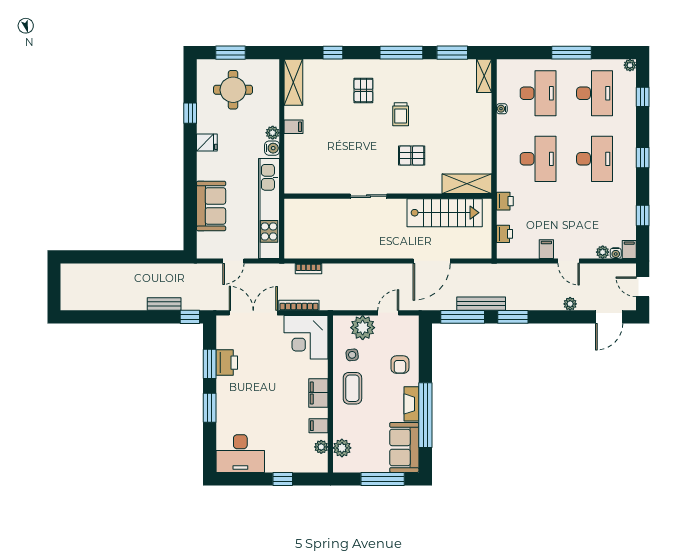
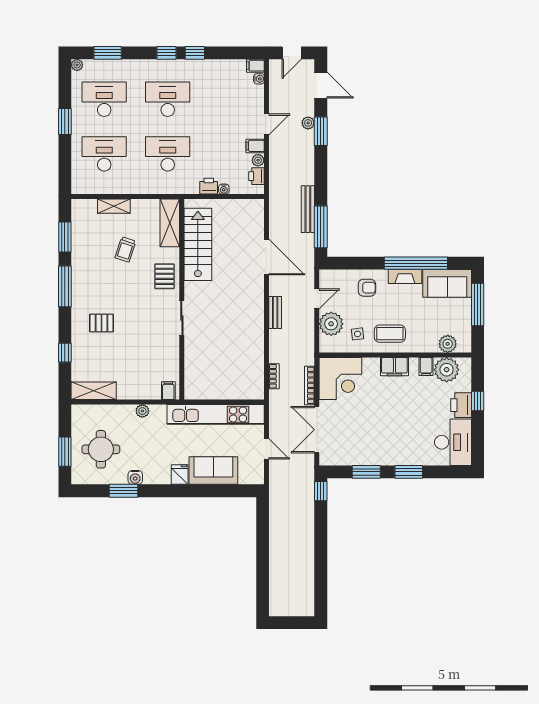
window: (572, 53) -> (65, 122), width x0.69
shelving: (484, 76) -> (114, 206), moved
window: (643, 97) -> (108, 53), width x1.50
water cooler: (502, 109) -> (224, 189), moved
window: (190, 113) -> (124, 491), width x1.50
trolley: (401, 114) -> (125, 249), moved, turned 108
filing cabinet: (294, 127) -> (168, 391), moved
fridge: (207, 142) -> (180, 475), moved
water cooler: (272, 148) -> (135, 477), moved, turned 180
shelving: (467, 184) -> (170, 223), moved
sliding door: (369, 196) -> (182, 318), moved
wall: (388, 196) -> (182, 299), moved
stairs: (445, 213) -> (198, 244), moved
window: (643, 215) -> (195, 53), moved
printer: (505, 234) -> (257, 176), moved, turned -90
plant: (603, 252) -> (258, 160), moved
bench: (164, 304) -> (275, 312), moved
door: (388, 313) -> (317, 299), swing flipped
window: (513, 317) -> (321, 131), moved
printer: (227, 363) -> (461, 405), moved, turned -90
plant: (321, 447) -> (447, 370), width x1.87, depth x1.87

